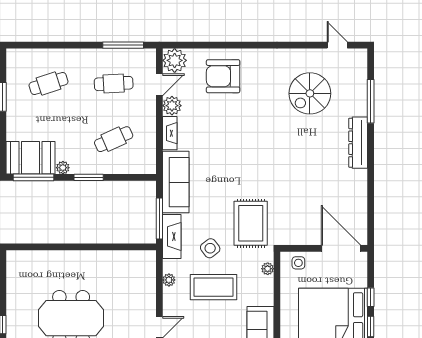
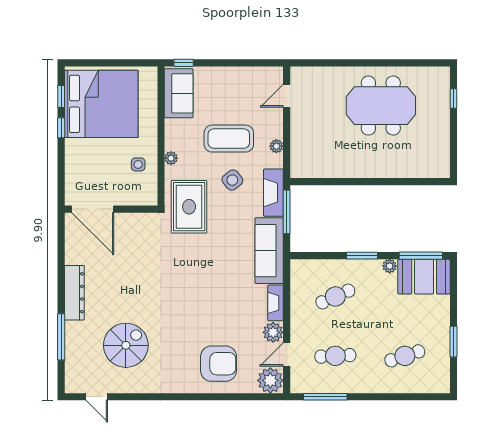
wall: (324, 248) -> (111, 209), moved
door: (341, 248) -> (93, 209), moved

